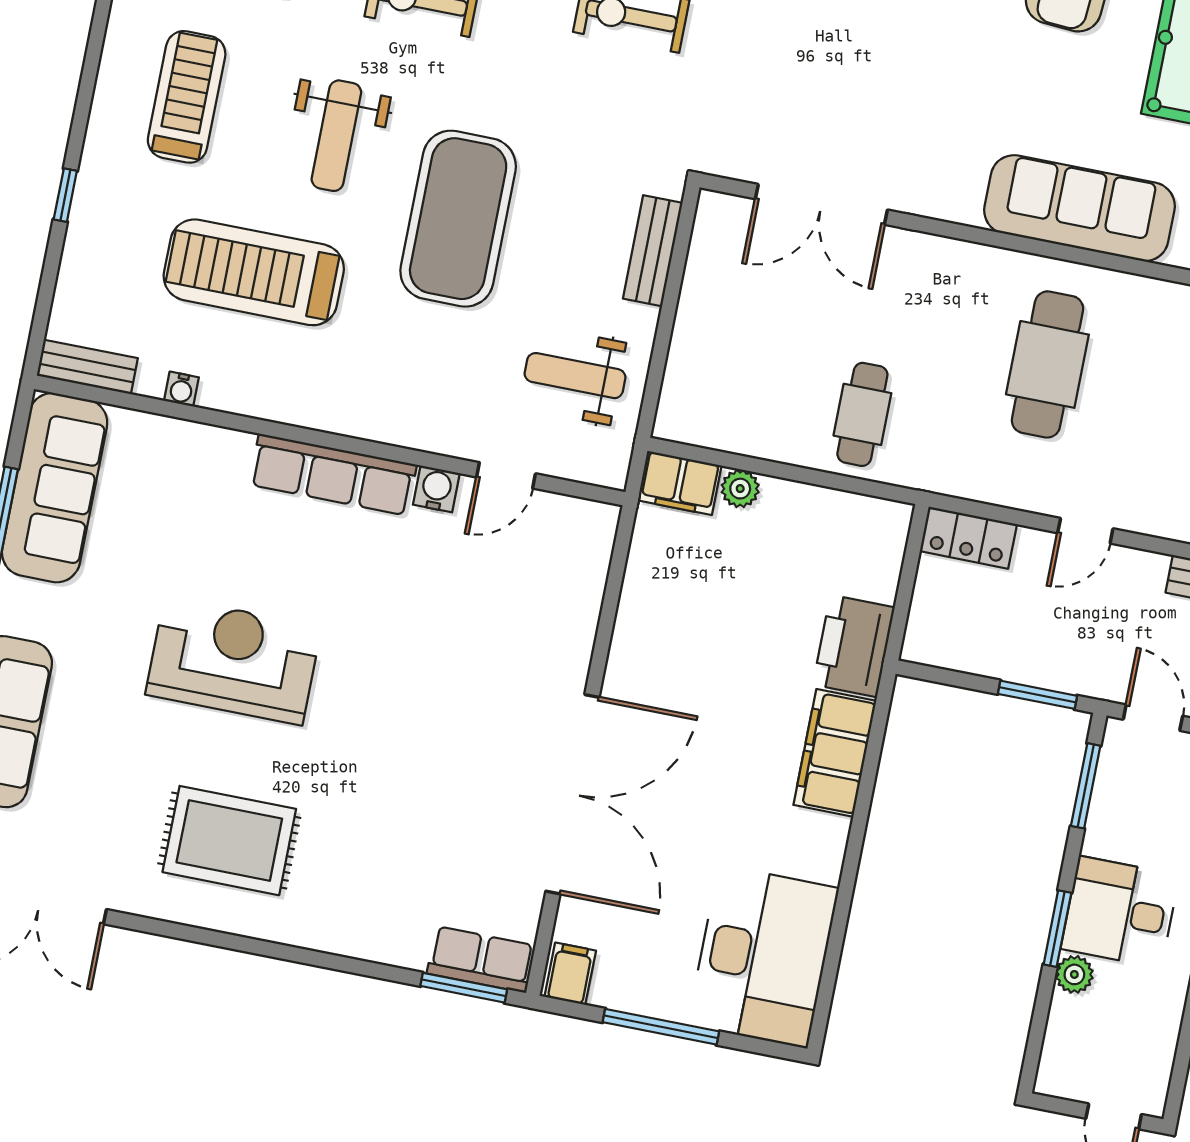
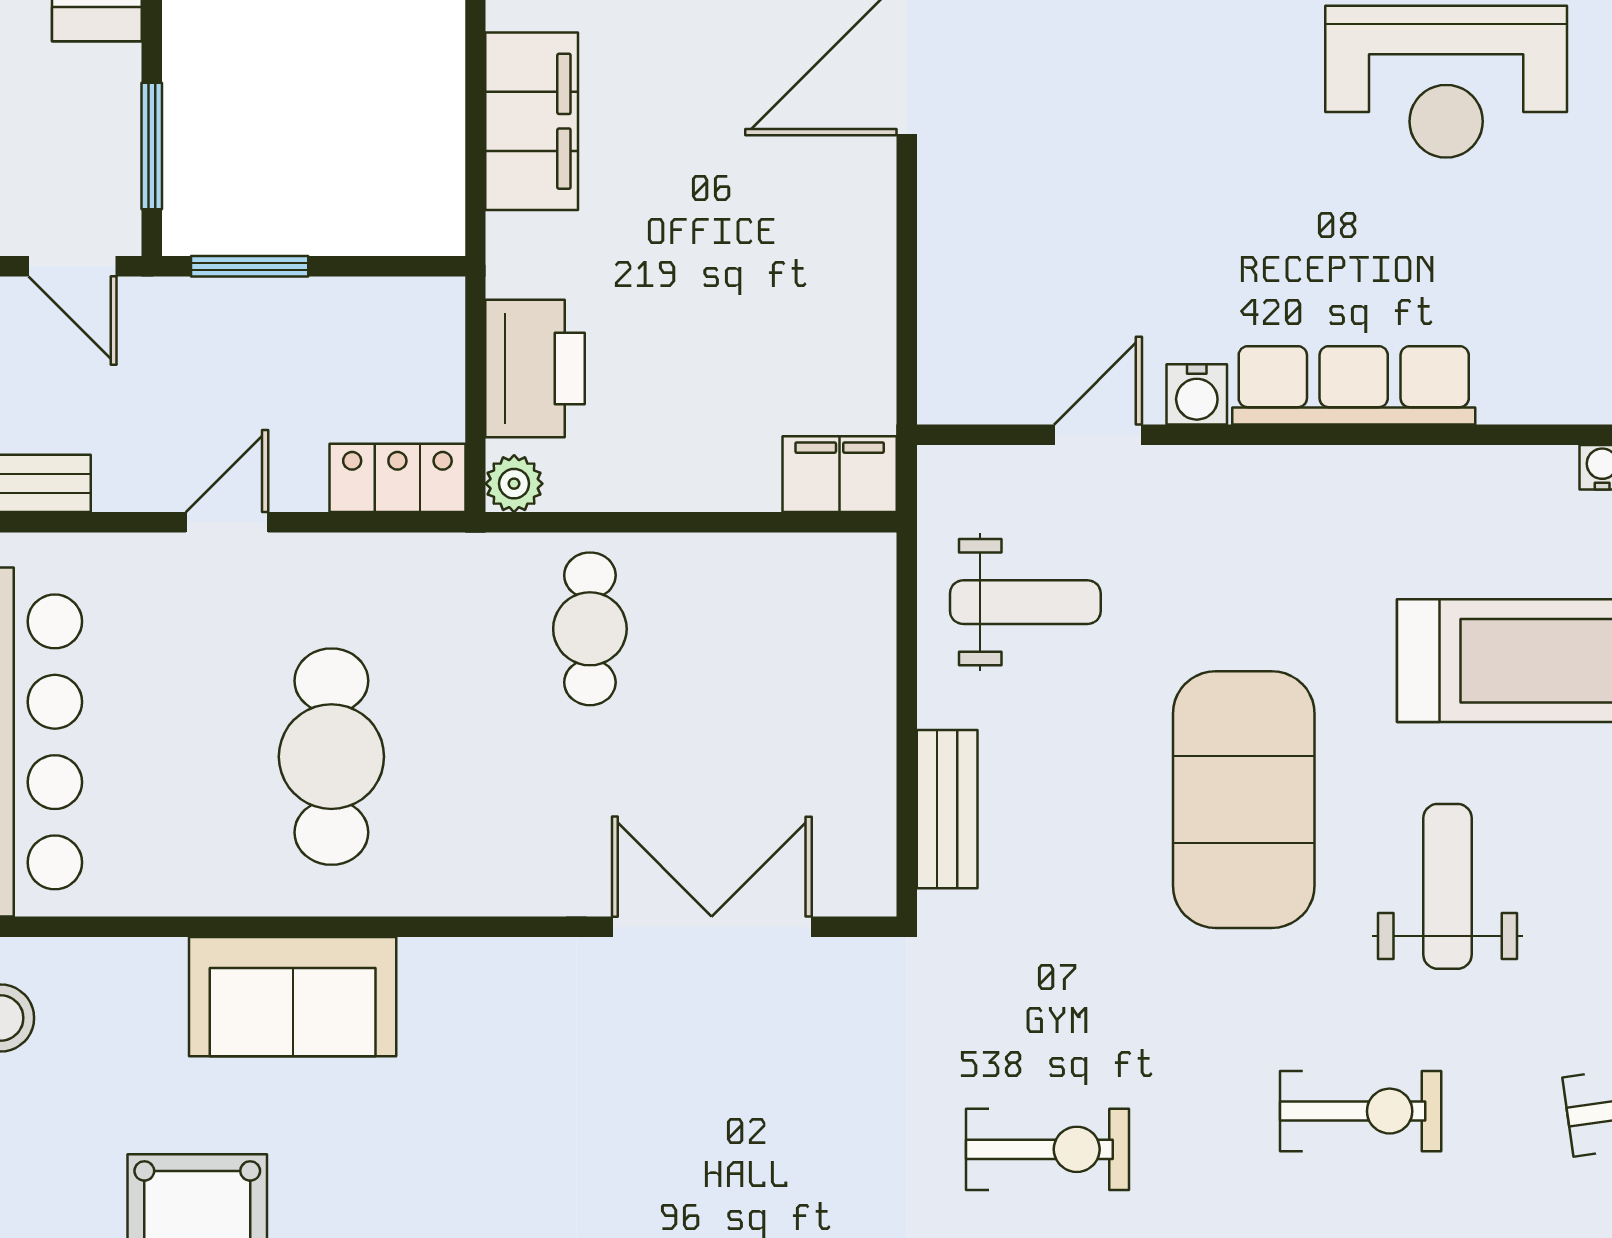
sofa: (1079, 208) -> (293, 997), width x0.73
plant: (740, 489) -> (514, 484), moved
printer: (854, 646) -> (535, 369), moved

